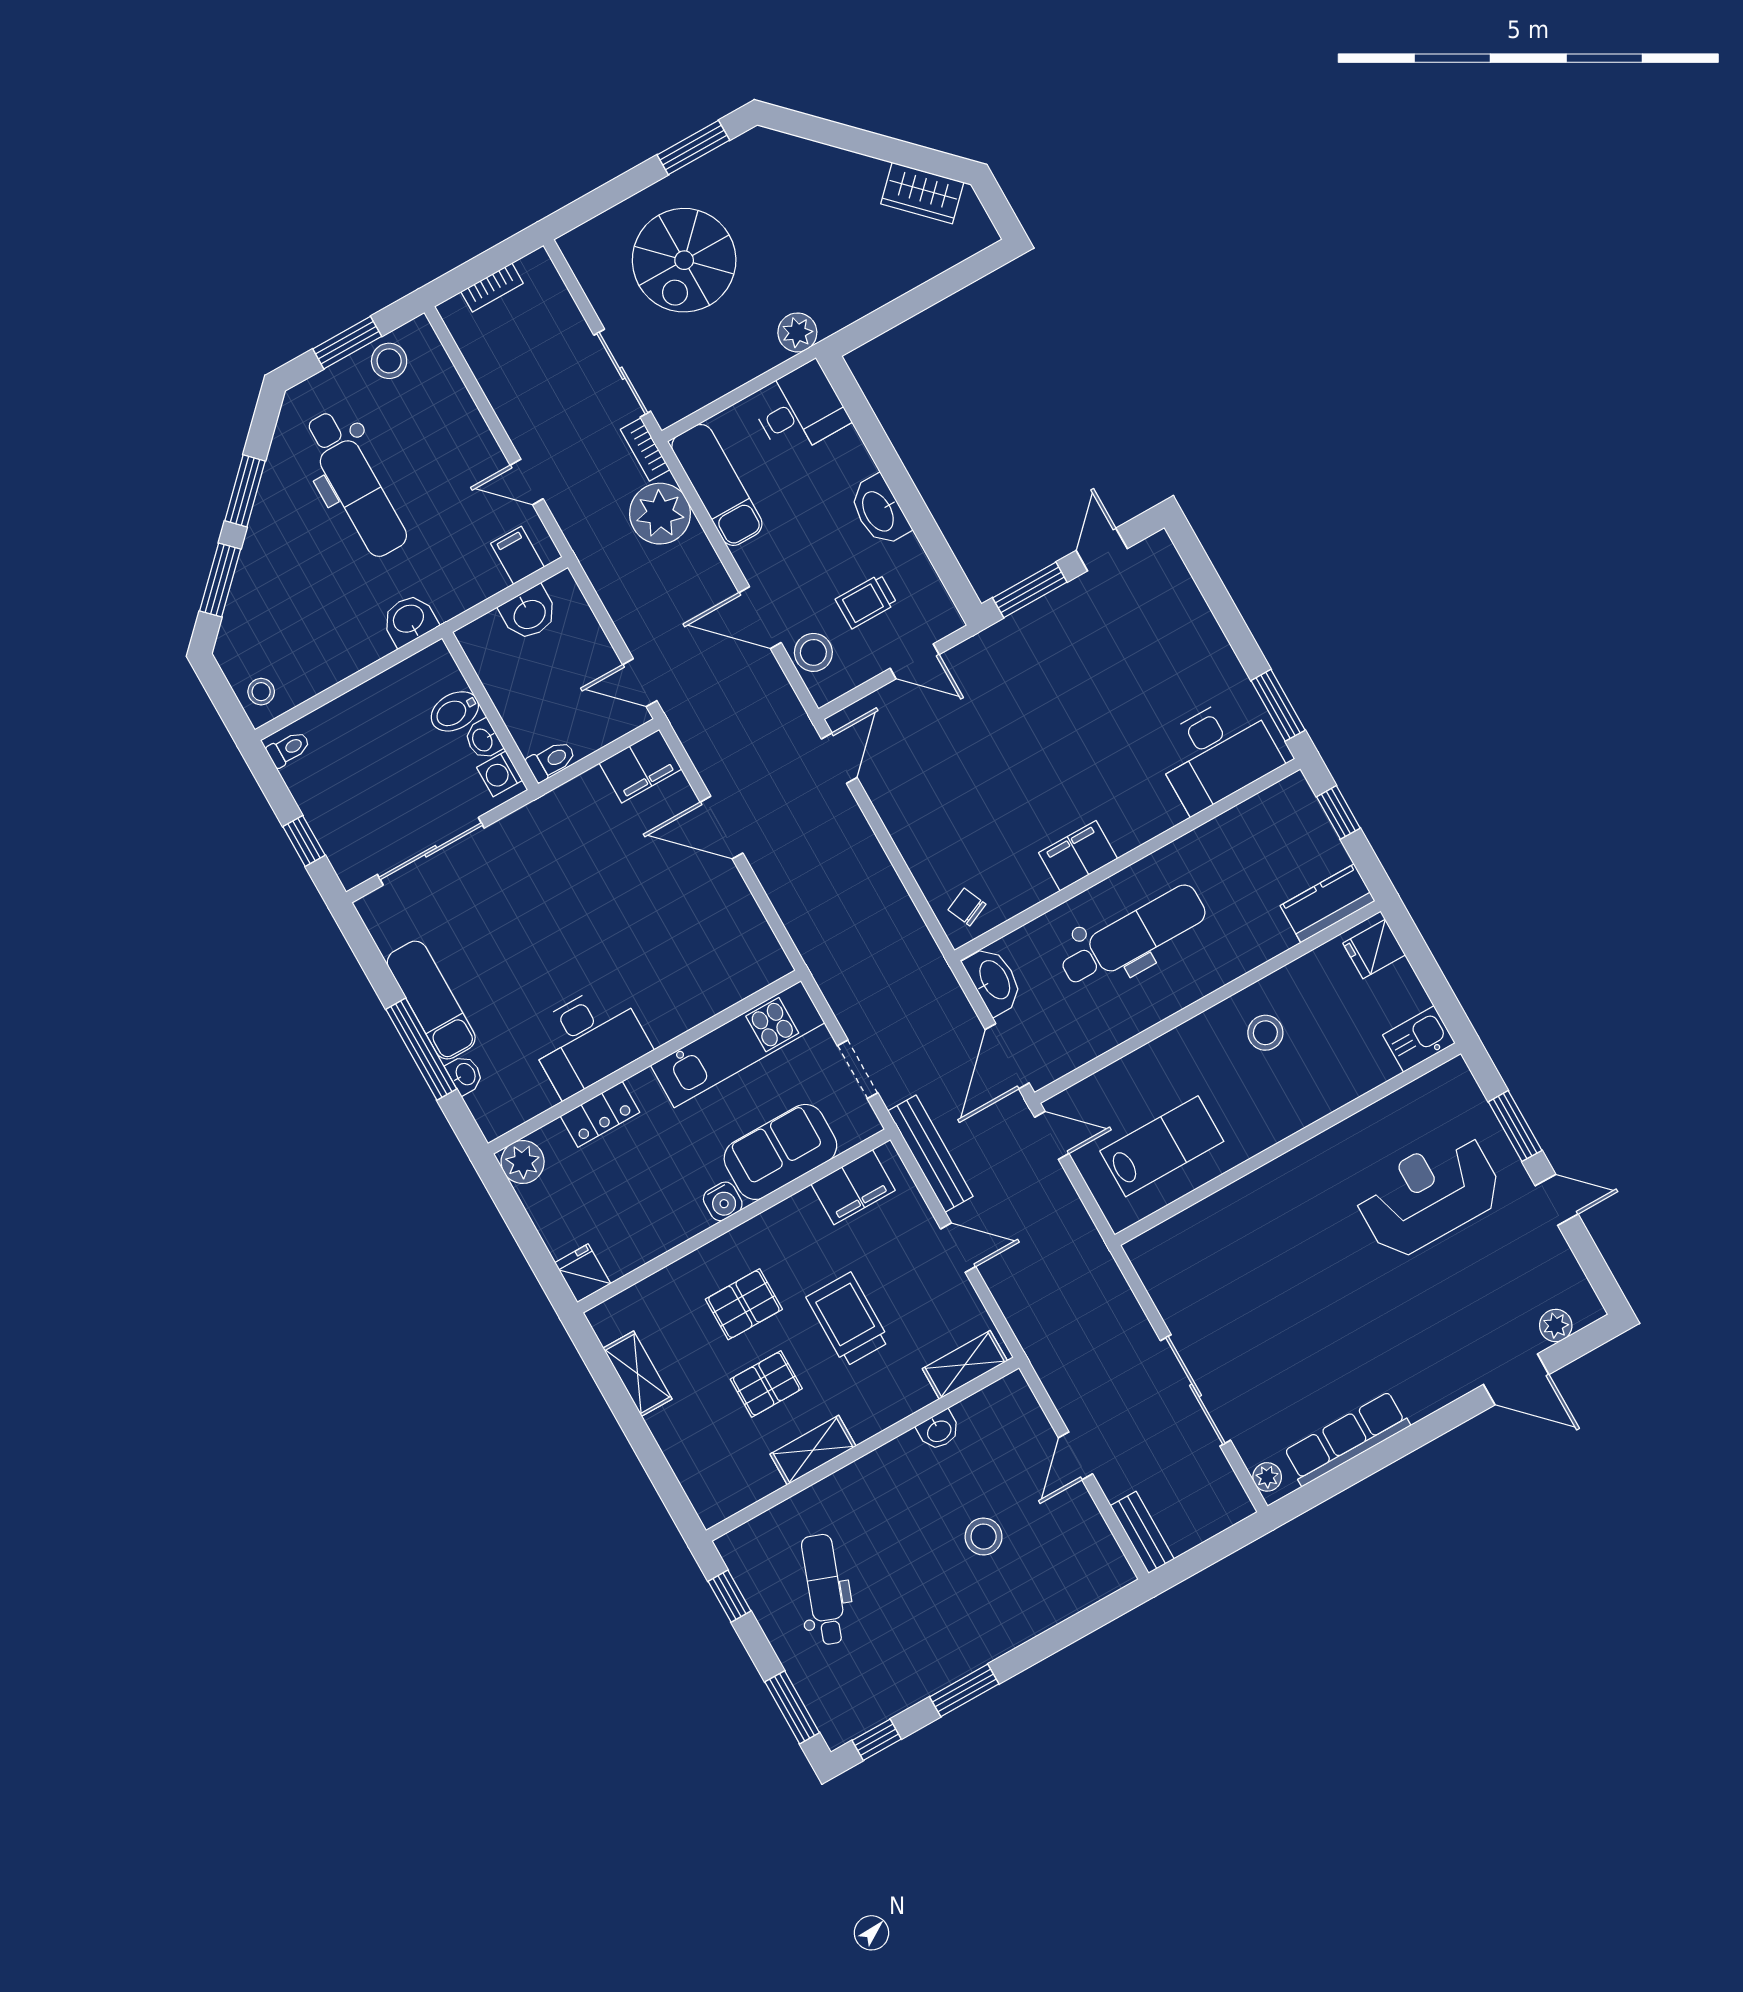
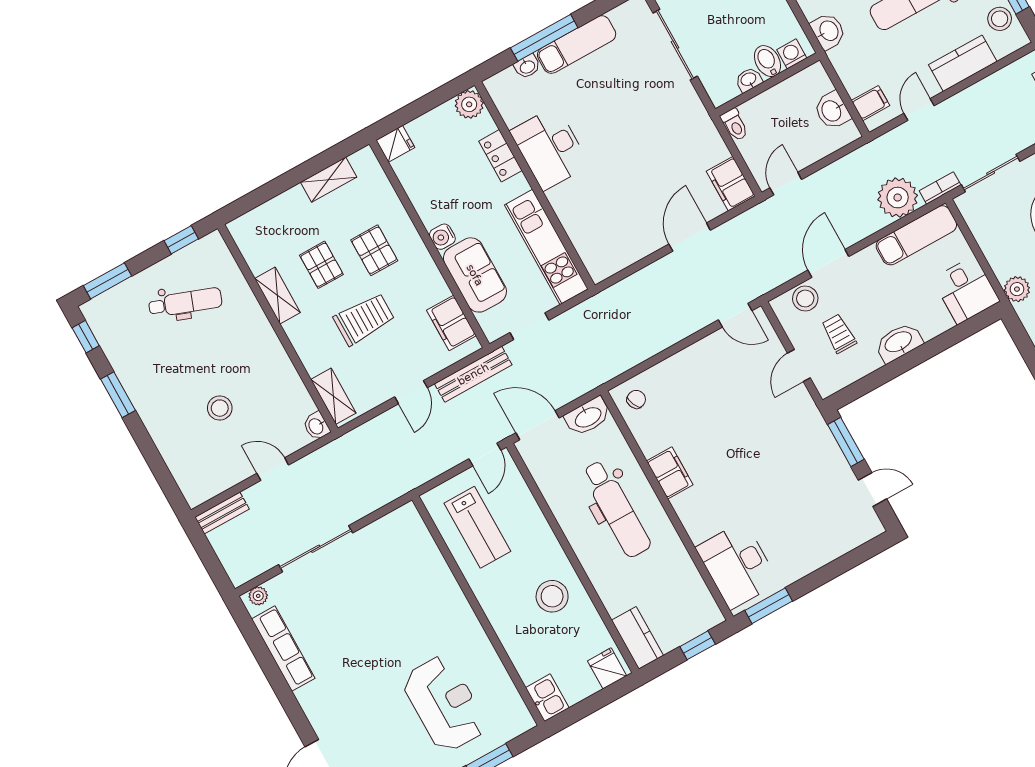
kitchen counter: (456, 416) -> (963, 63), added
washing machine: (500, 774) -> (792, 54), moved
stool: (1265, 1033) -> (552, 596), width x1.38, depth x1.38
washbasin: (939, 1430) -> (316, 426), moved

